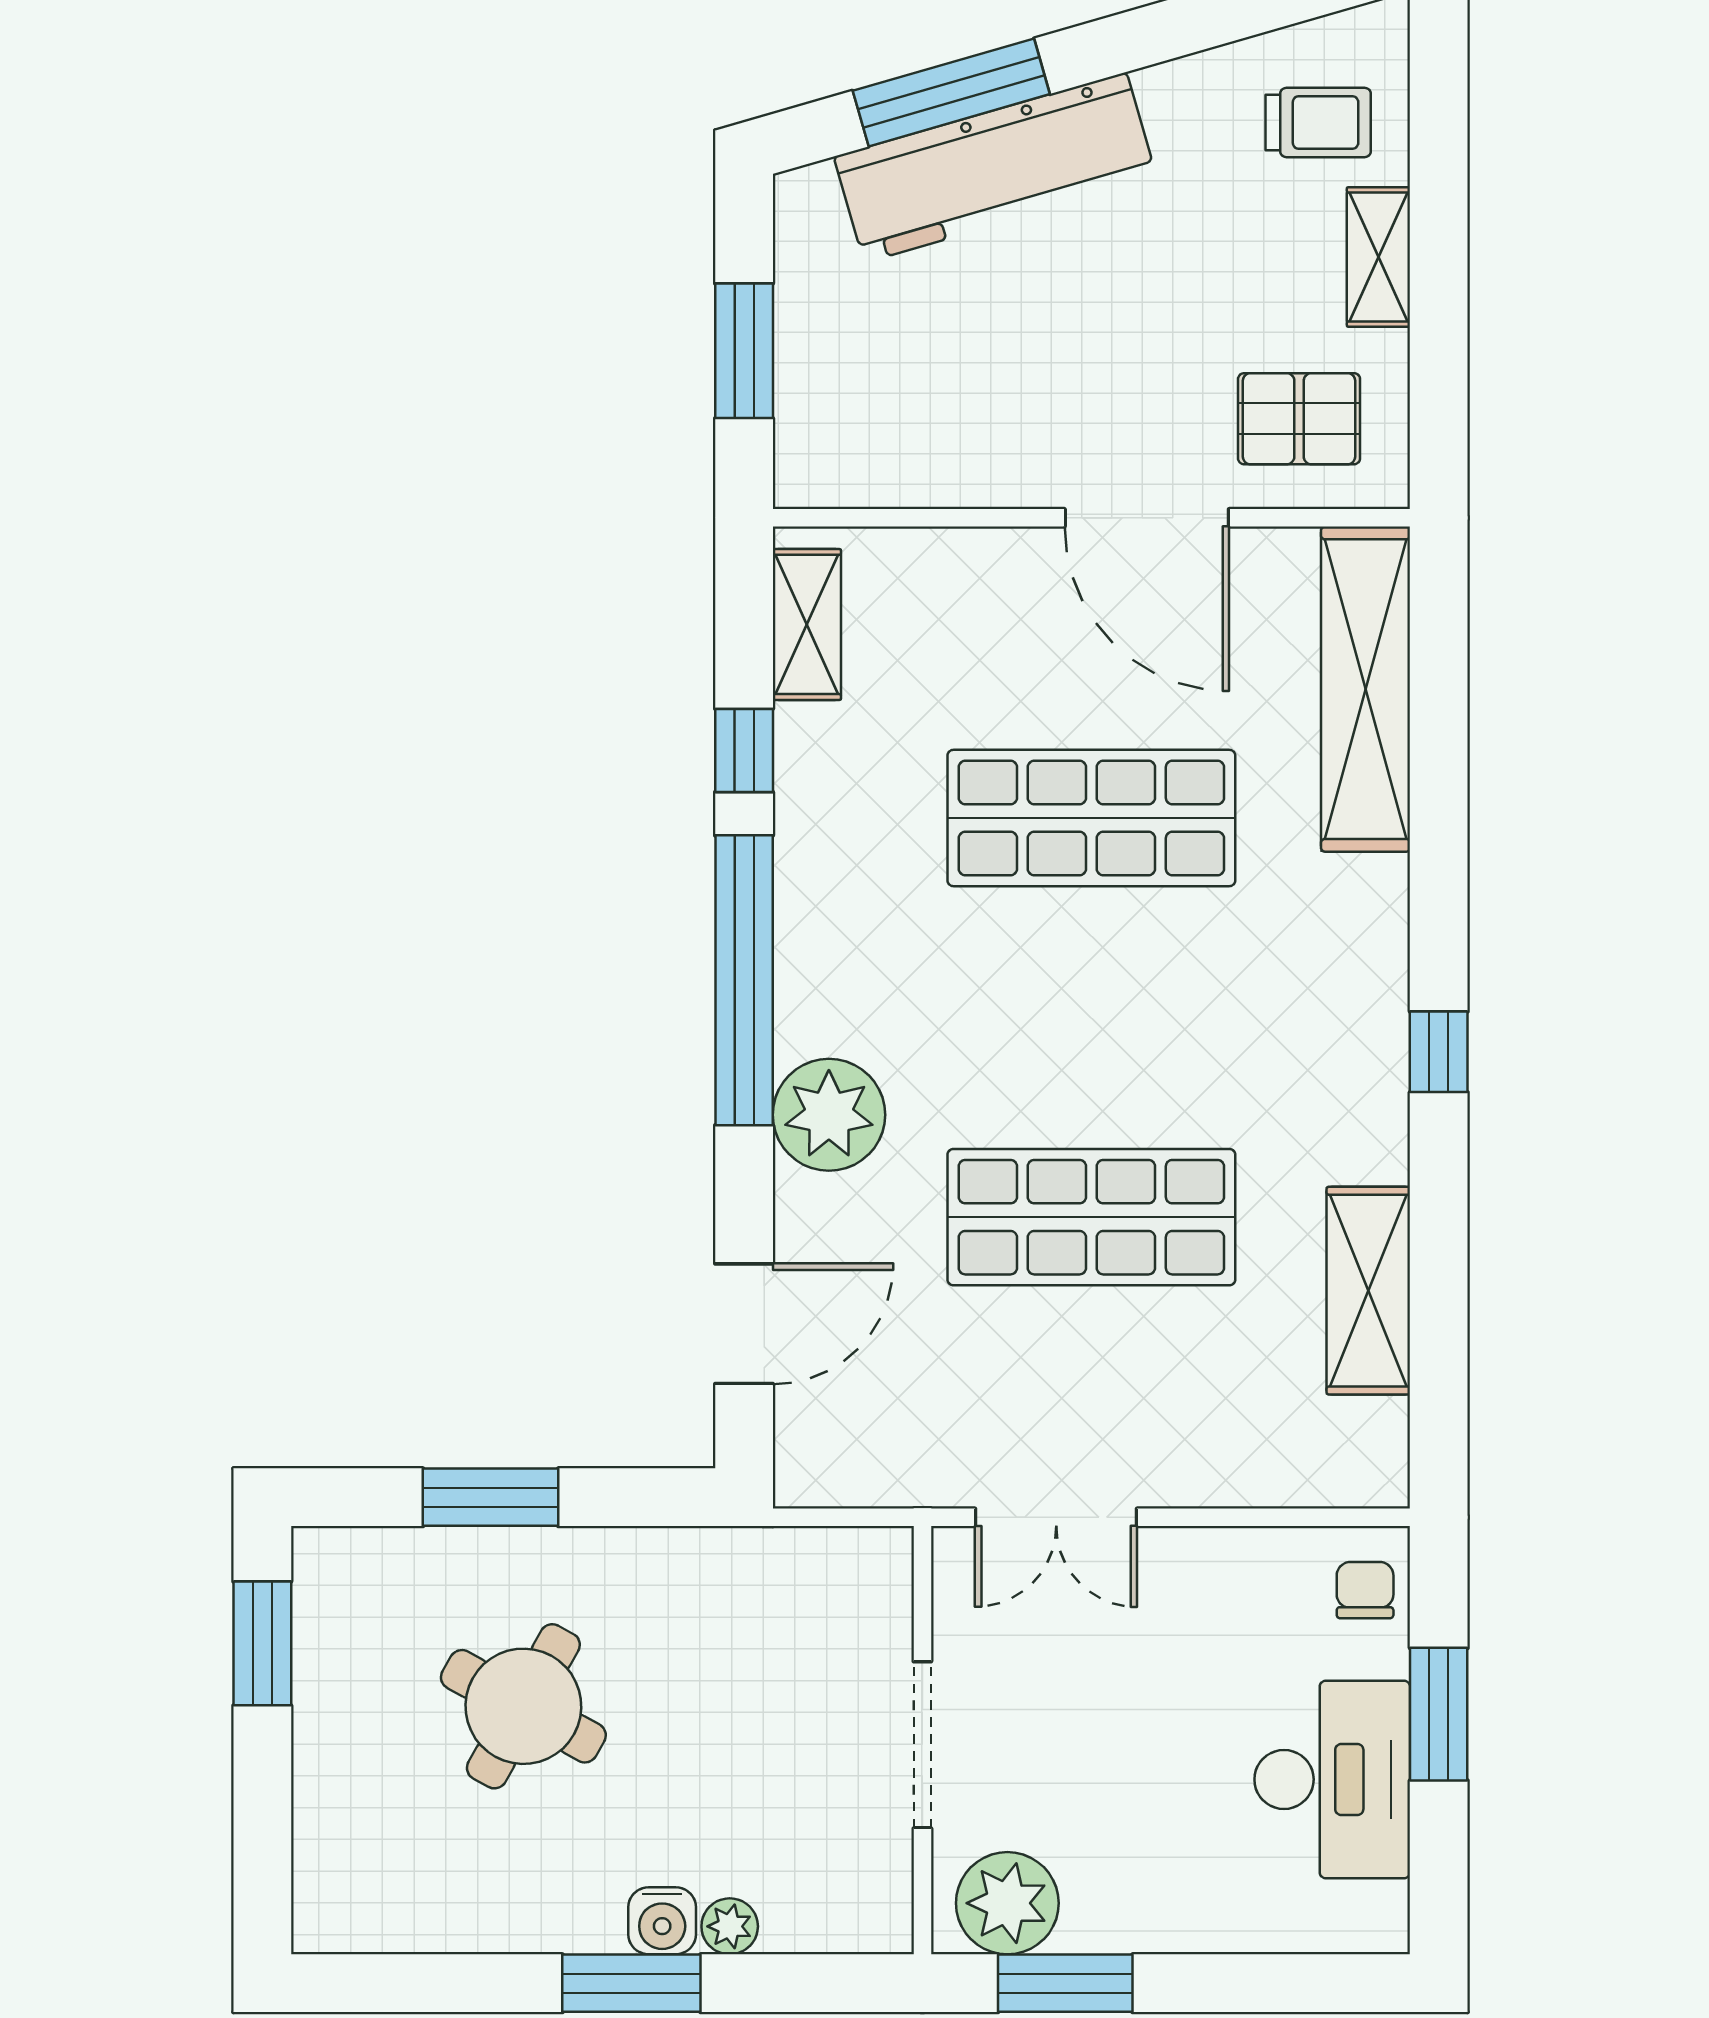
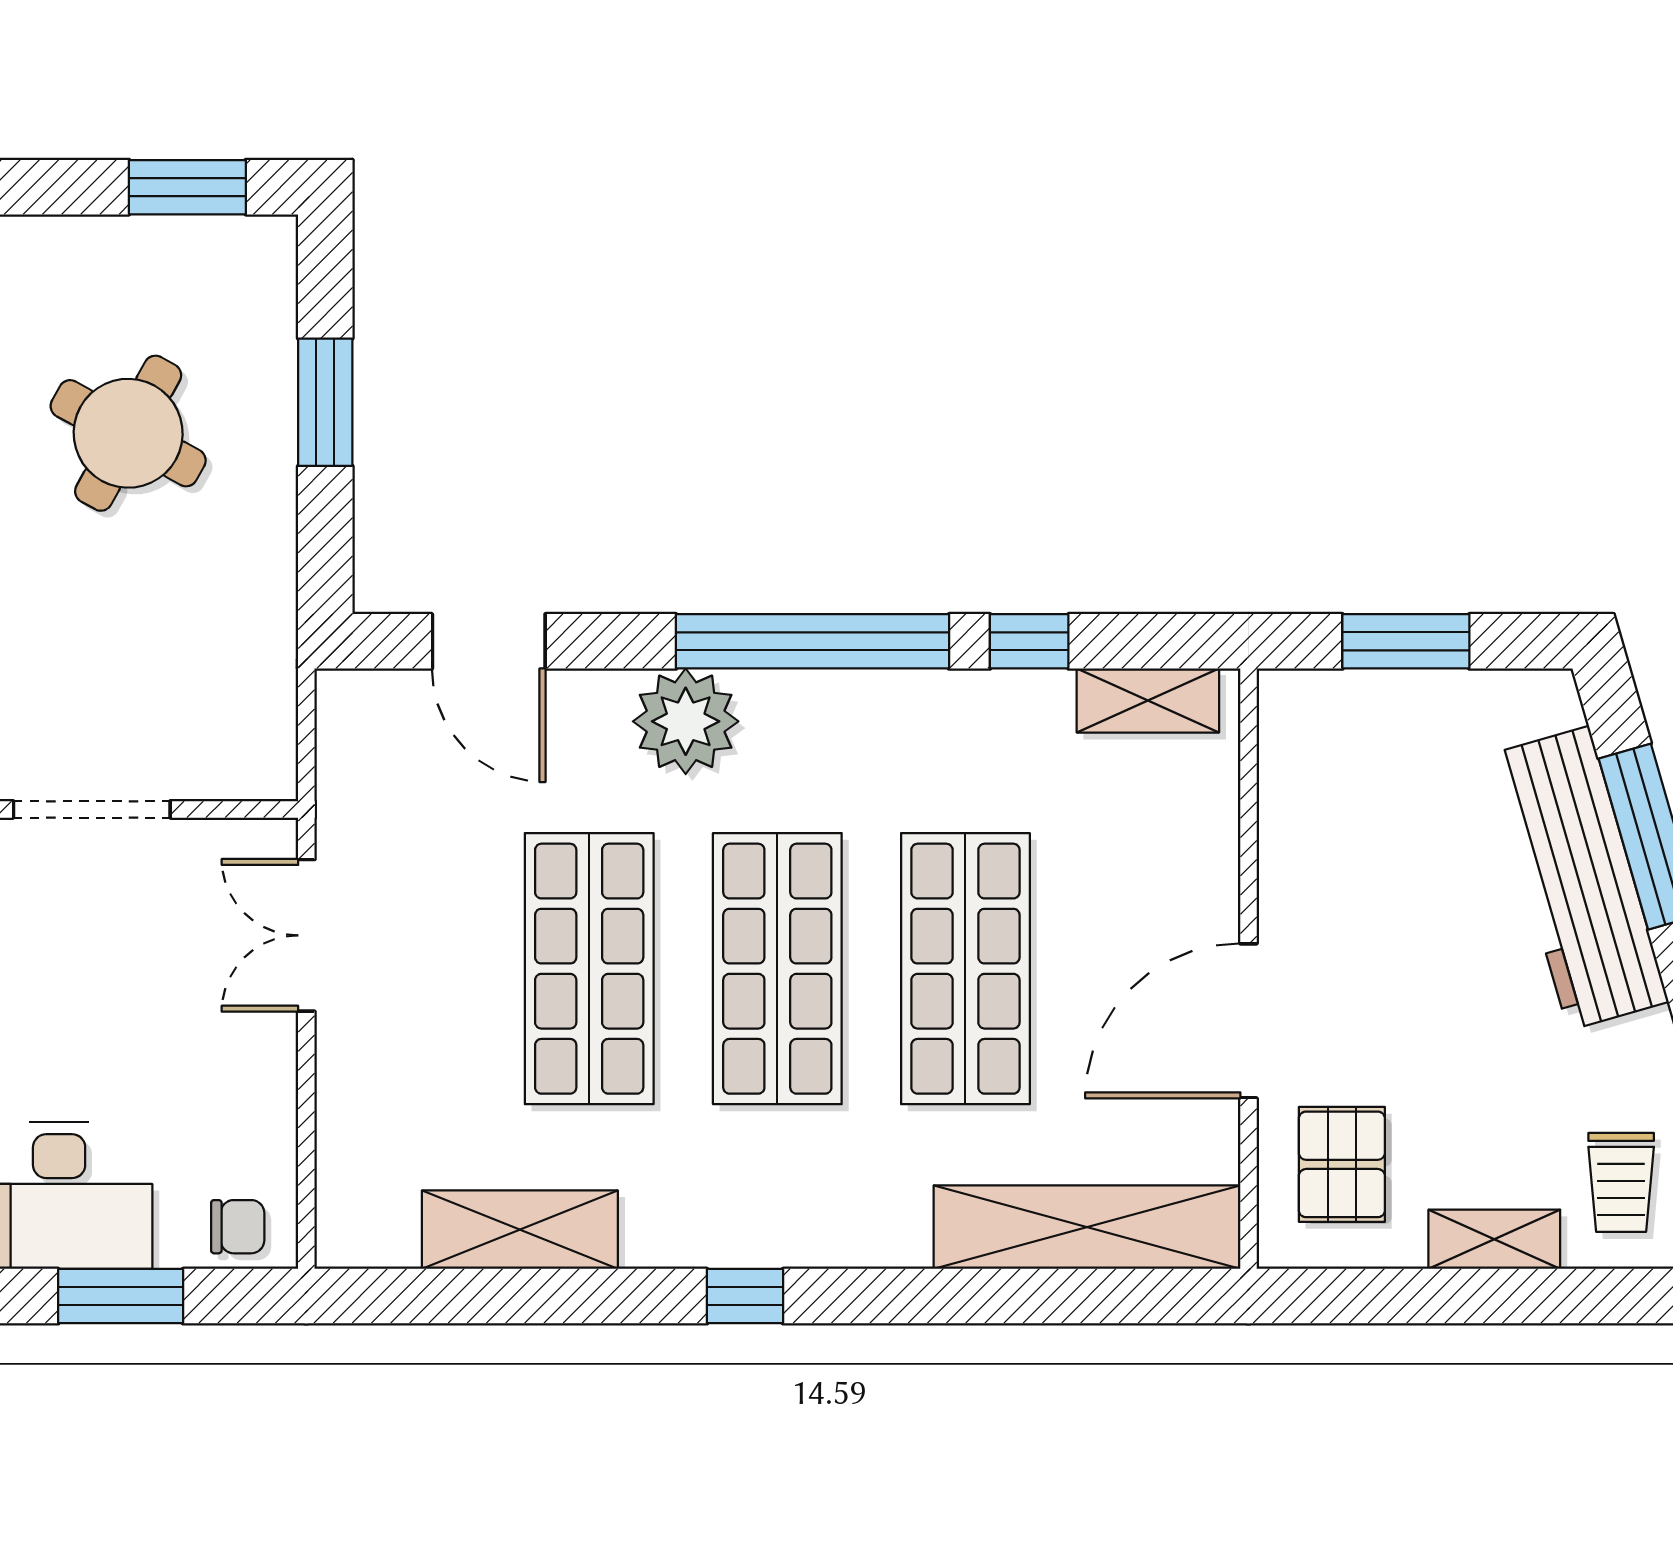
shop shelf: (1091, 1018) -> (777, 969), added

